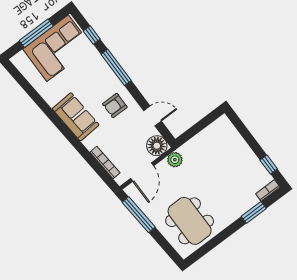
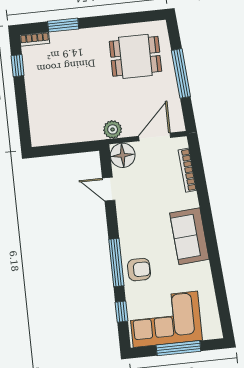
armchair: (115, 105) -> (139, 270), moved
window: (139, 215) -> (181, 73), moved
dining table: (190, 221) -> (135, 56), width x0.73

